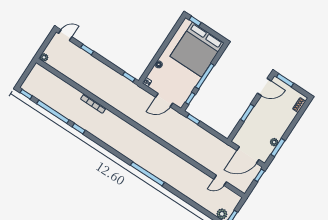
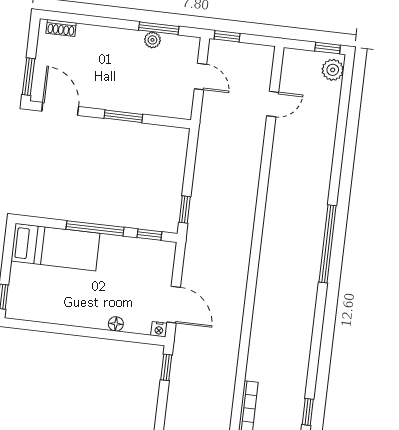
bed: (197, 50) -> (56, 247), width x0.49
door: (164, 100) -> (174, 305), moved
door: (248, 155) -> (200, 76), width x0.53
door: (220, 180) -> (273, 104), hinge flipped

